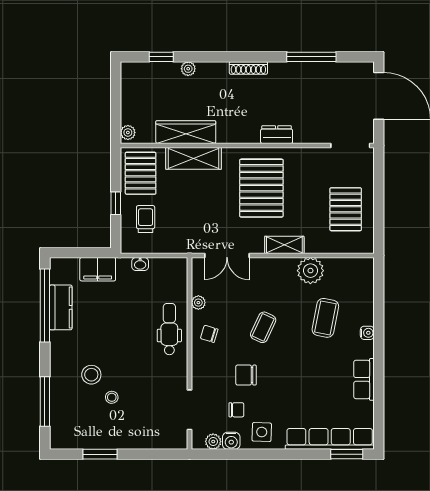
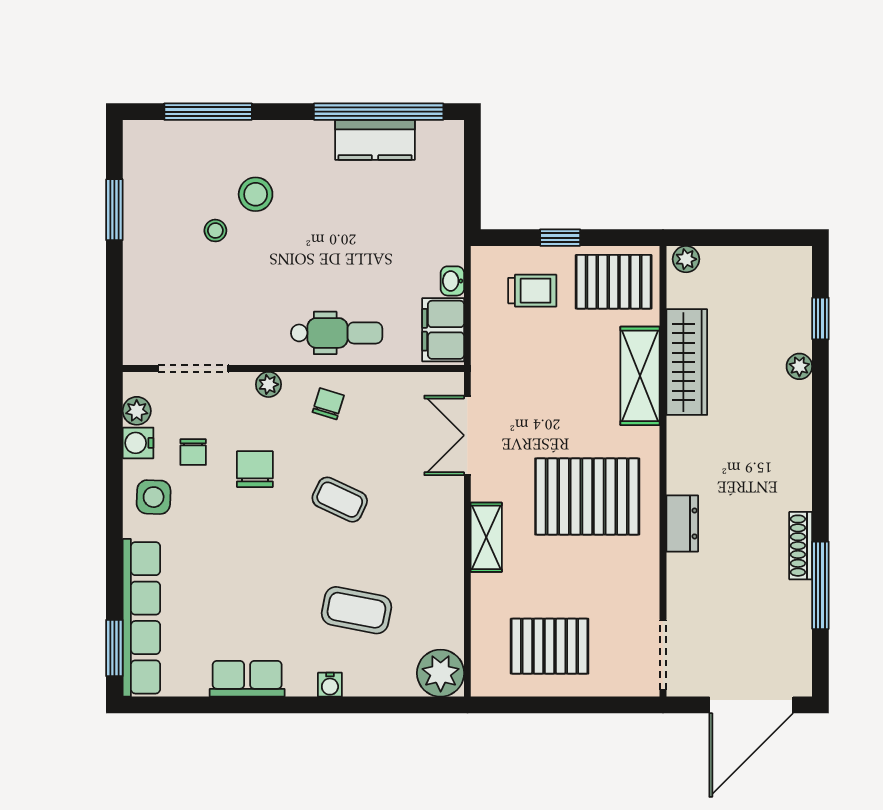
shoe rack: (248, 68) -> (801, 546), moved
filing cabinet: (98, 269) -> (443, 330), moved
plant: (310, 271) -> (441, 673), moved
plant: (198, 303) -> (268, 384), moved

